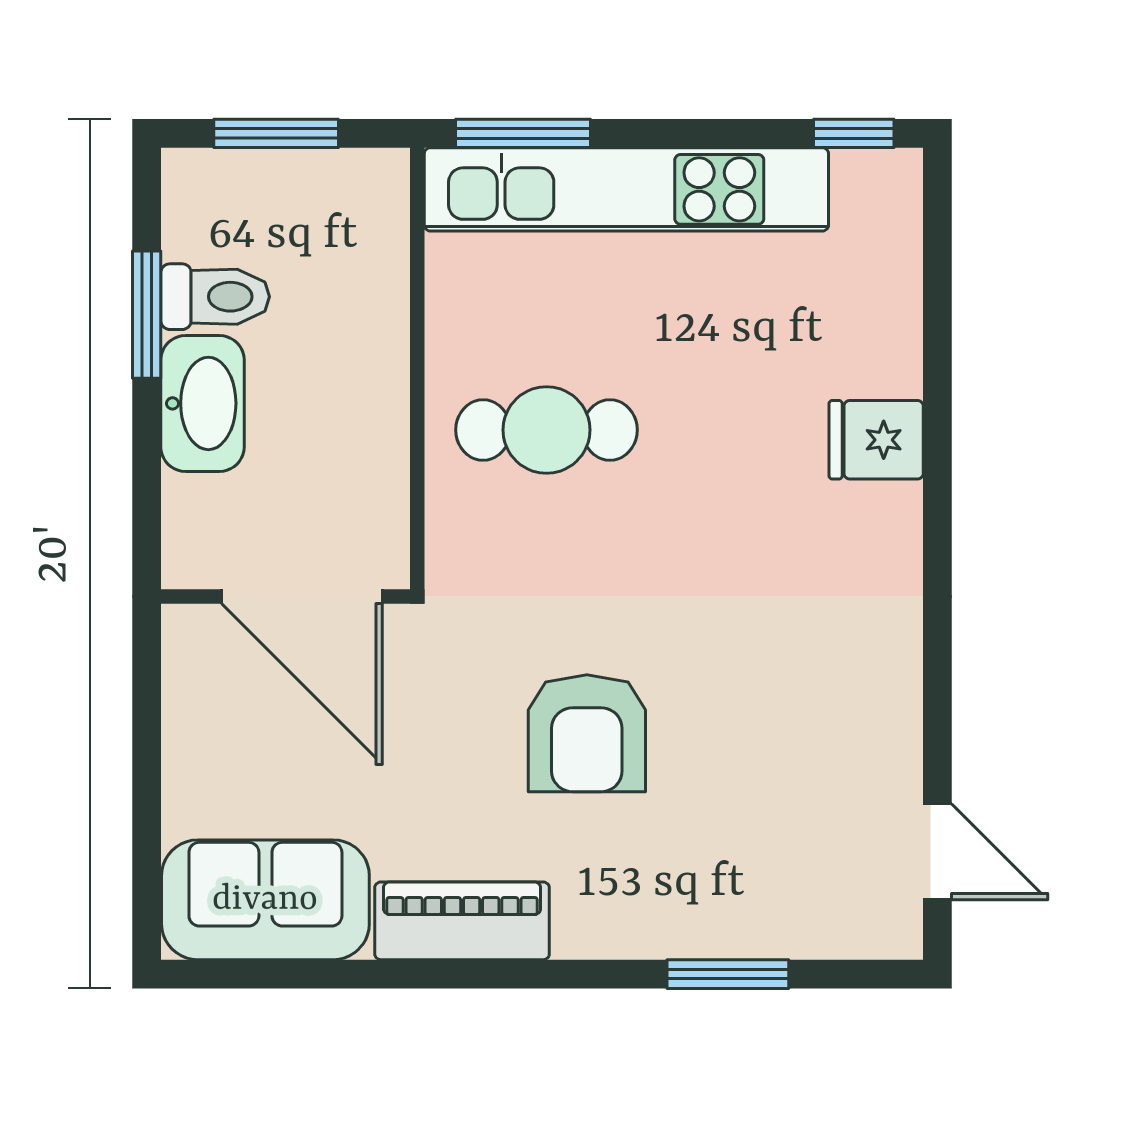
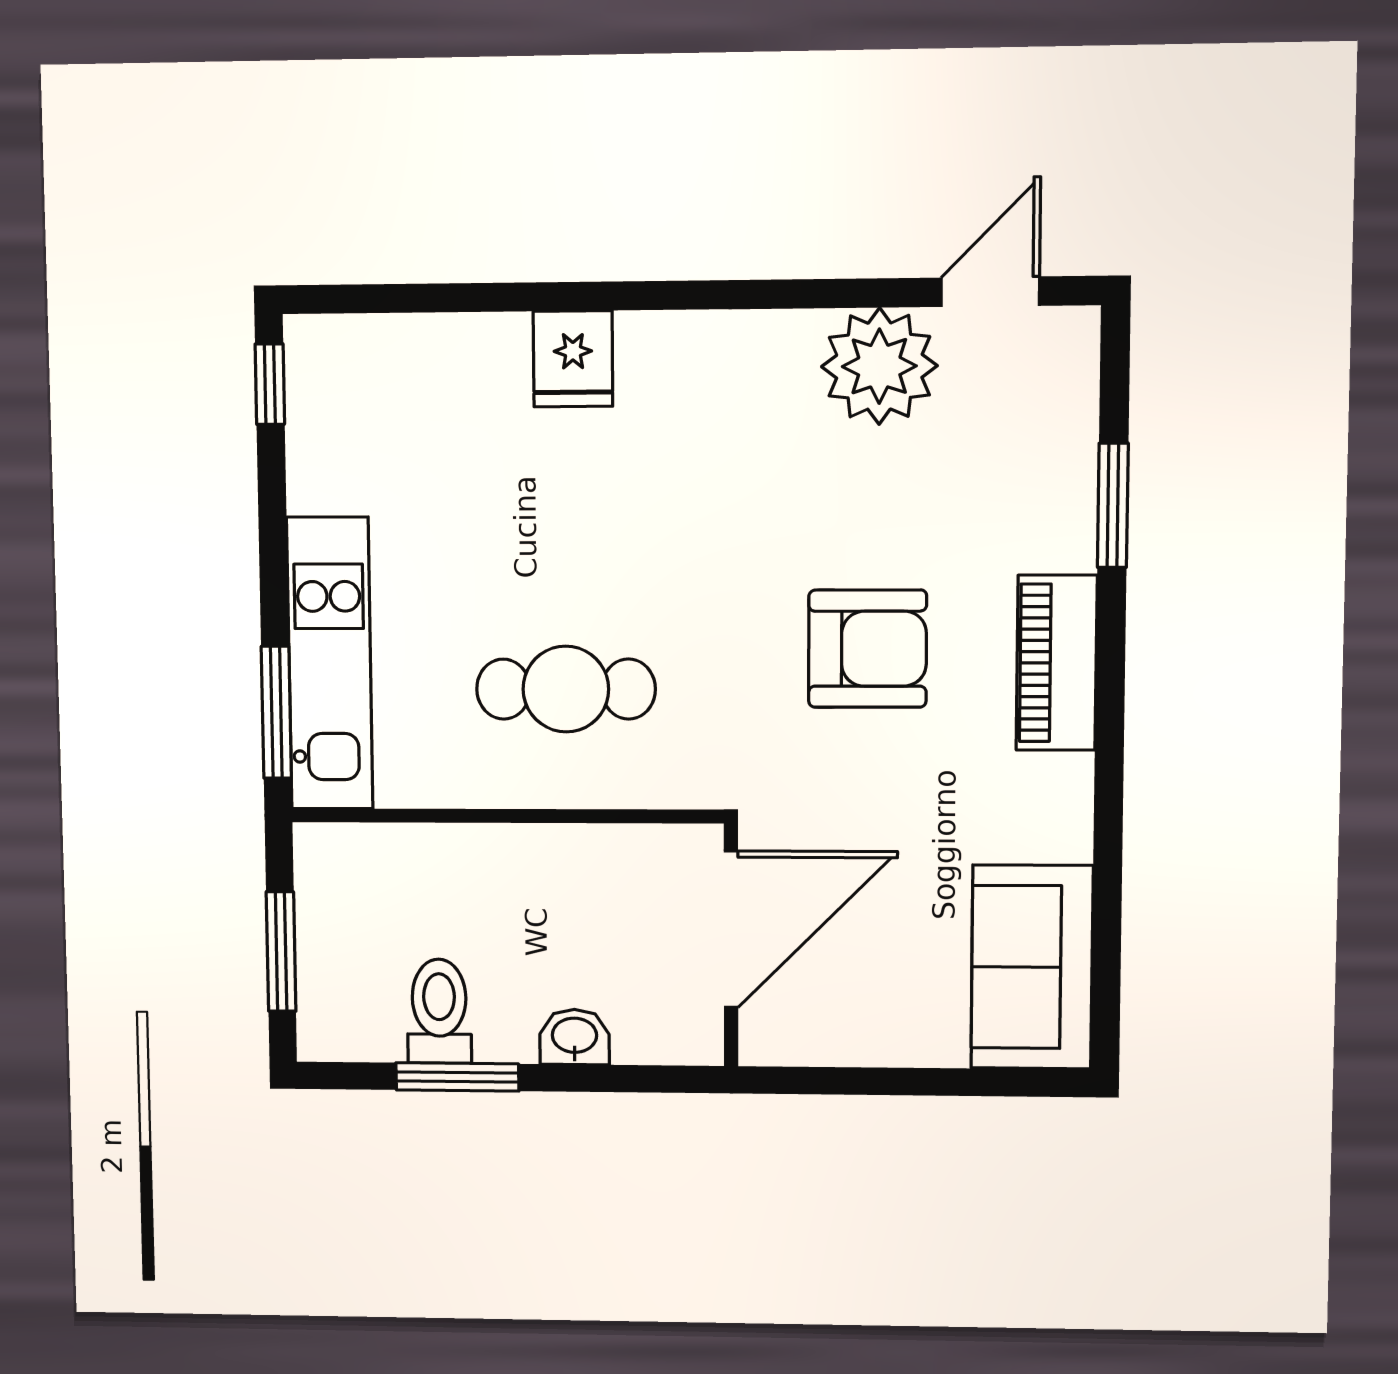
kitchen unit: (626, 189) -> (330, 664), width x0.73
washbasin: (202, 403) -> (574, 1037), width x0.52, depth x0.69
cafe table: (547, 430) -> (566, 689), turned 90
plant: (866, 744) -> (879, 366), added
piano: (462, 921) -> (1057, 663), moved

